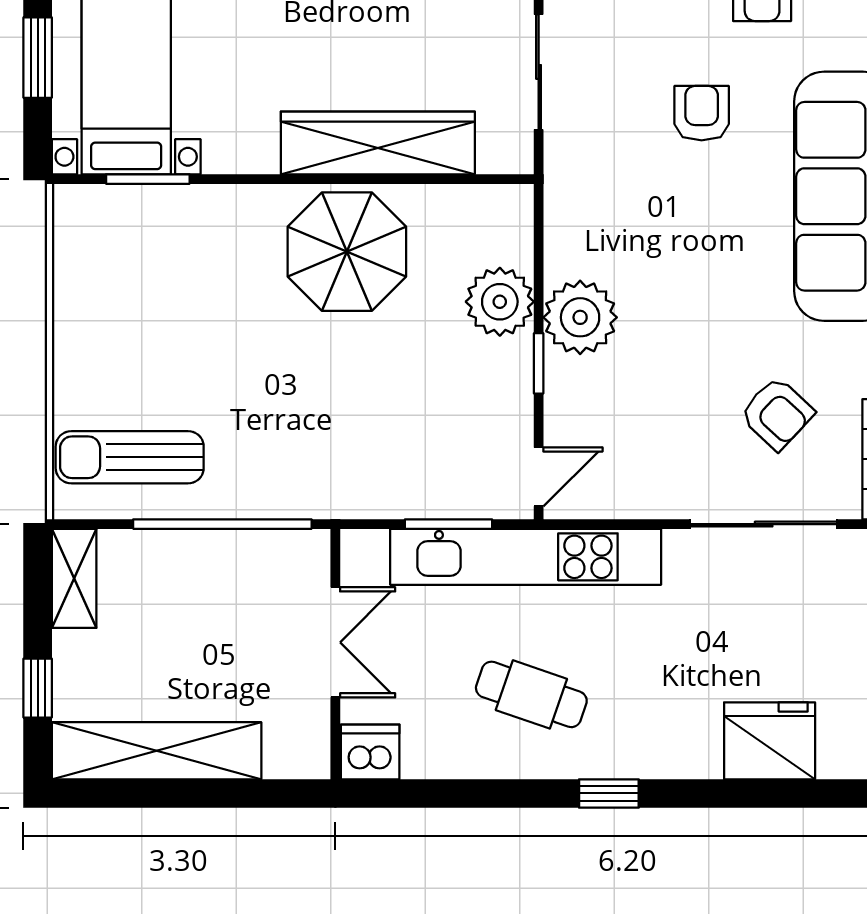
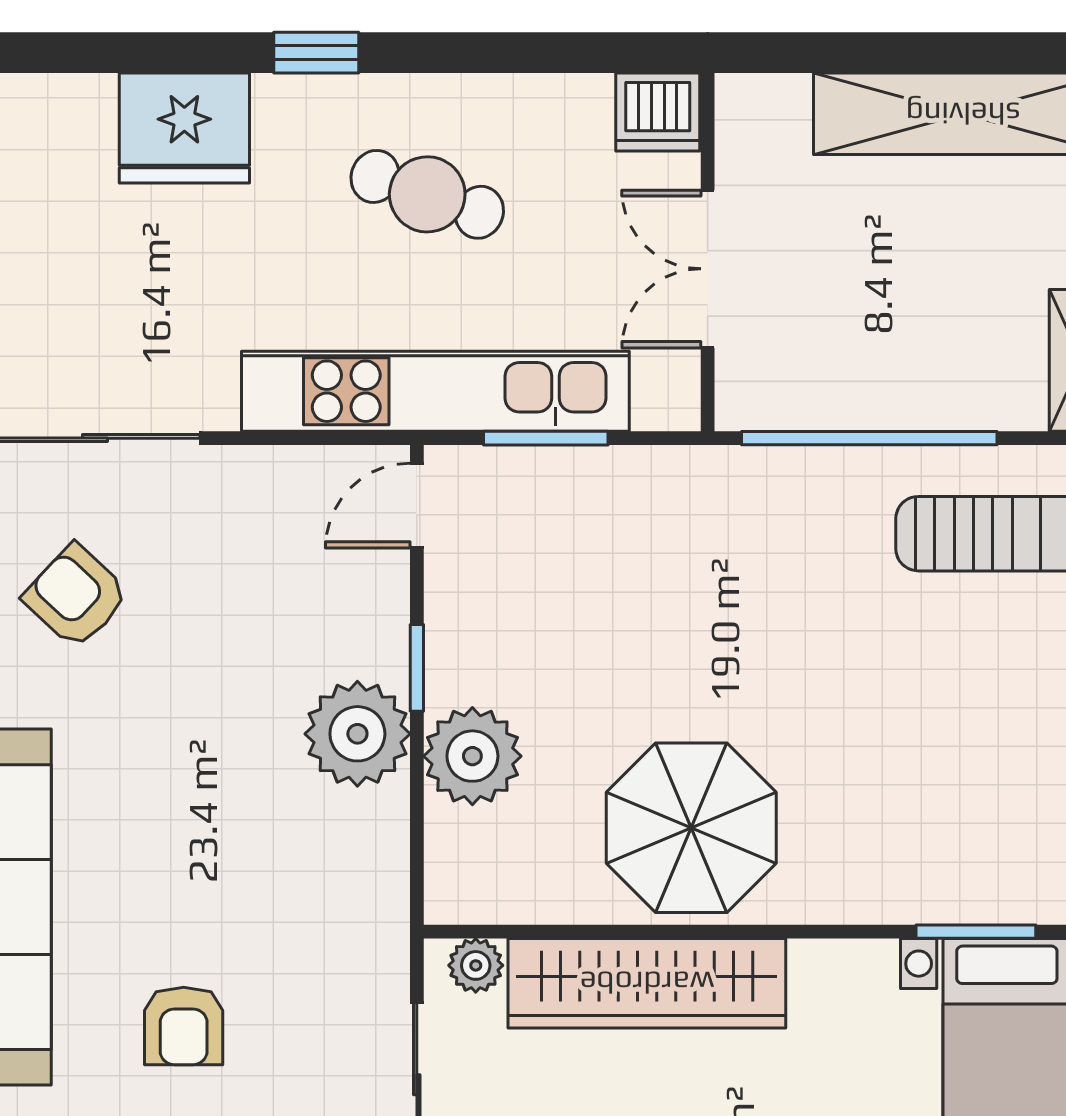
plant: (497, 155) -> (476, 965), added
fridge: (770, 741) -> (184, 128), moved

